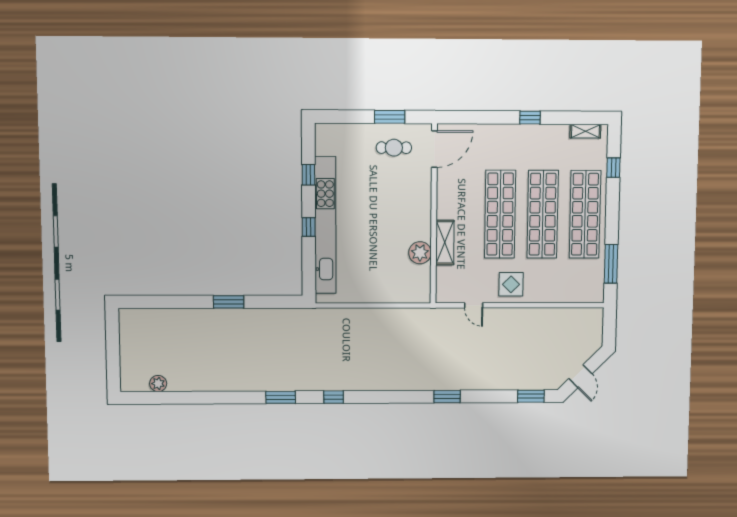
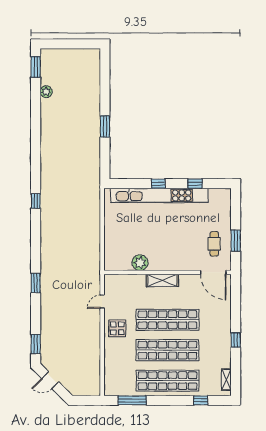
shelving: (445, 242) -> (162, 280), moved
plant: (158, 384) -> (46, 92), moved
window: (281, 397) -> (36, 67), moved

